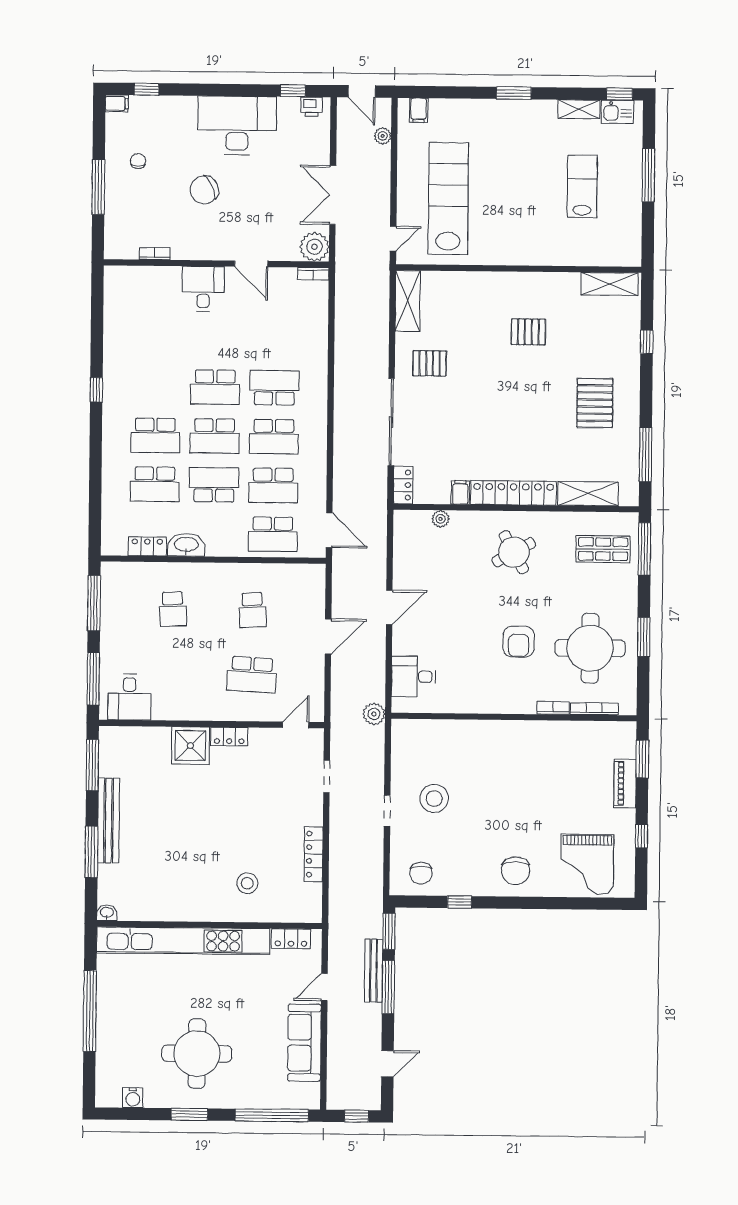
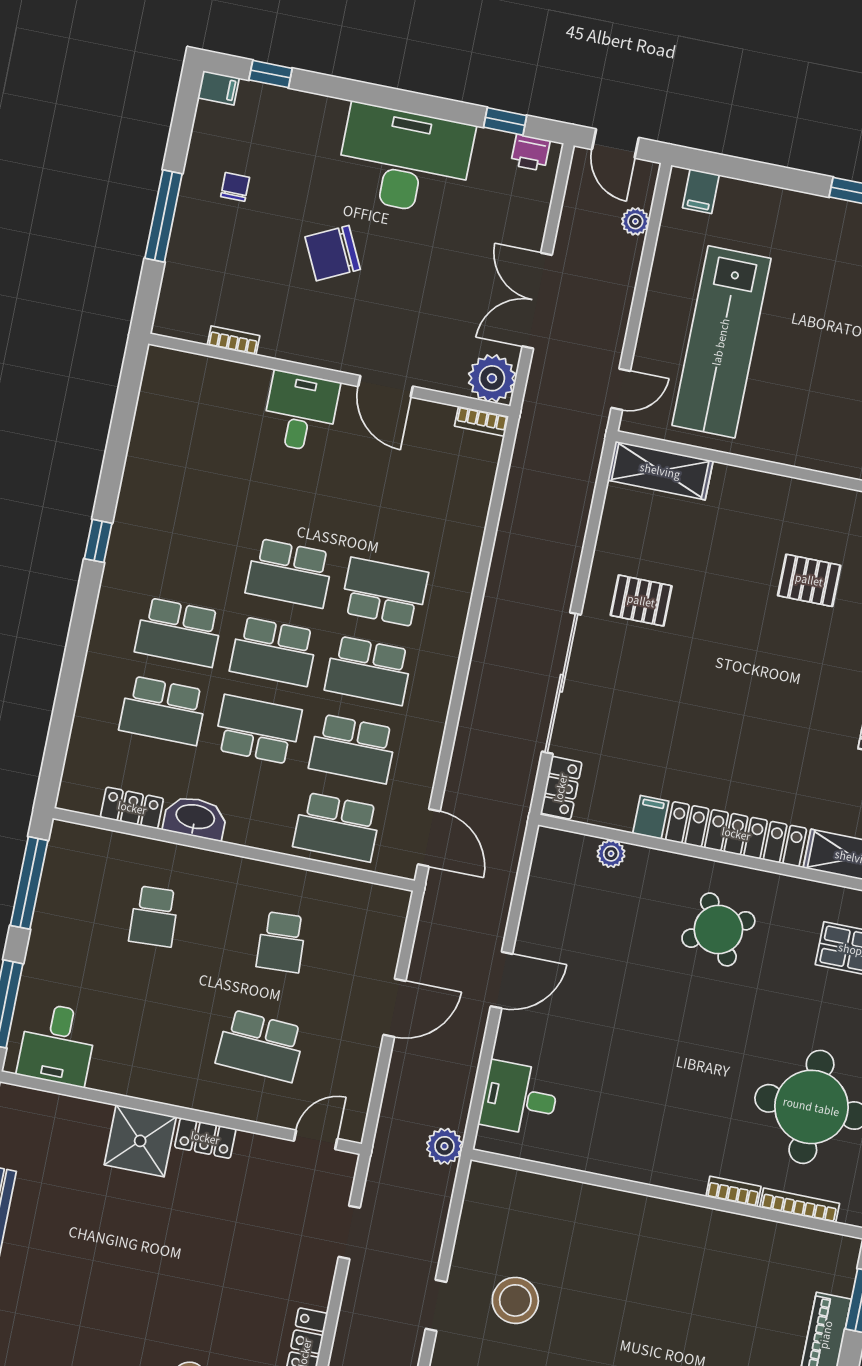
lab bench: (448, 199) -> (721, 342), turned 180
shelving: (408, 301) -> (660, 471), moved, turned 90
armchair: (519, 642) -> (699, 1074), removed

